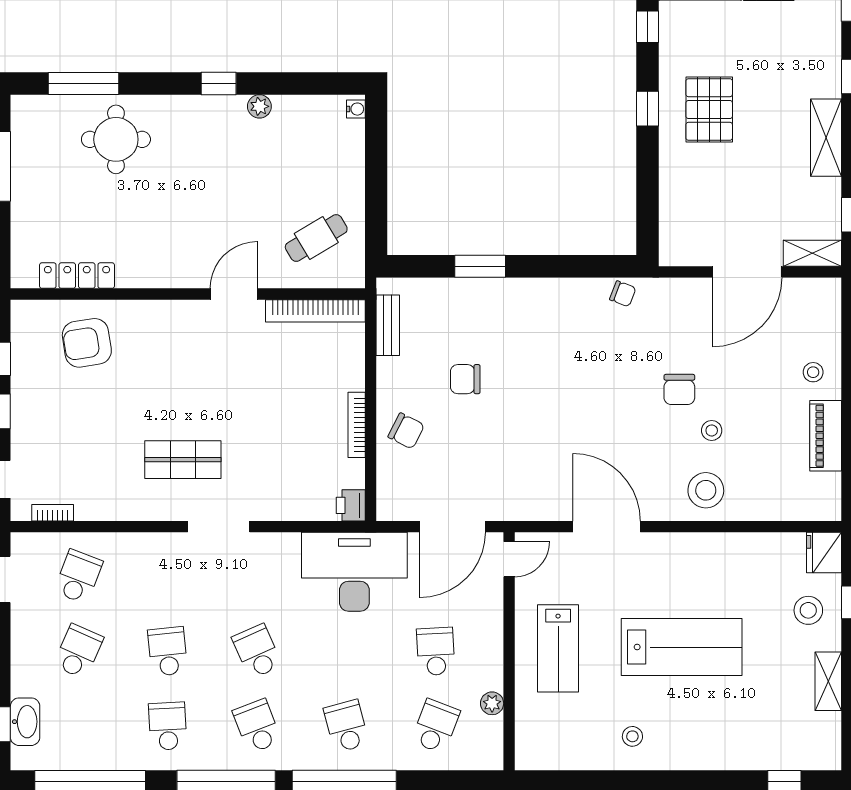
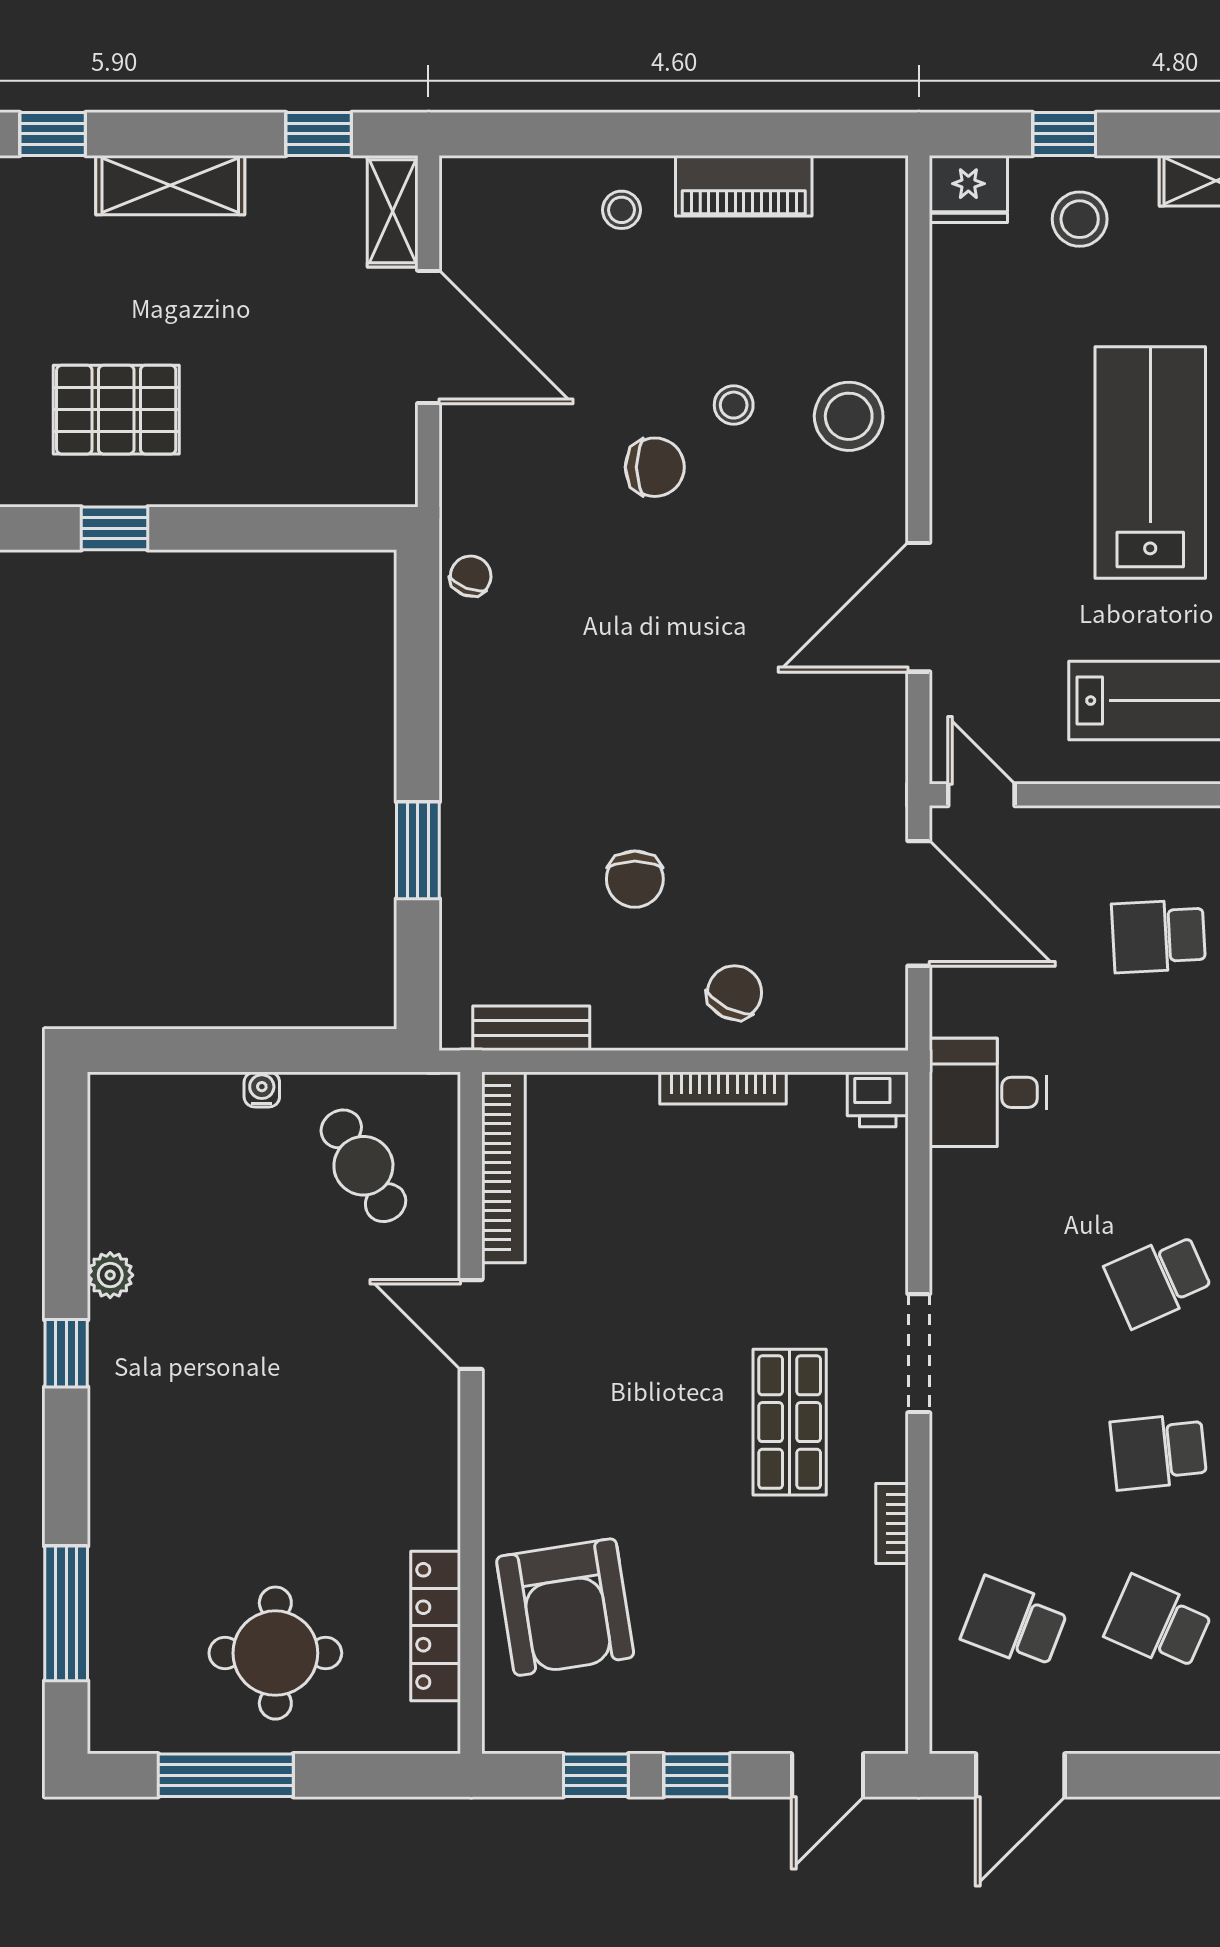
water cooler: (356, 109) -> (262, 1089), moved
round table: (116, 139) -> (275, 1653), moved
armchair: (87, 343) -> (565, 1607), width x1.36, depth x1.36
bookcase: (53, 513) -> (892, 1523), moved
desk: (354, 572) -> (988, 1092), width x0.53, depth x0.77

